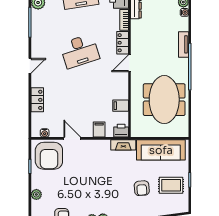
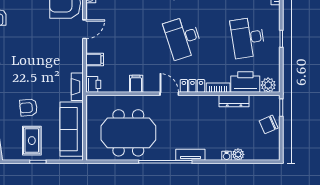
filing cabinet: (121, 106) -> (136, 84), moved

